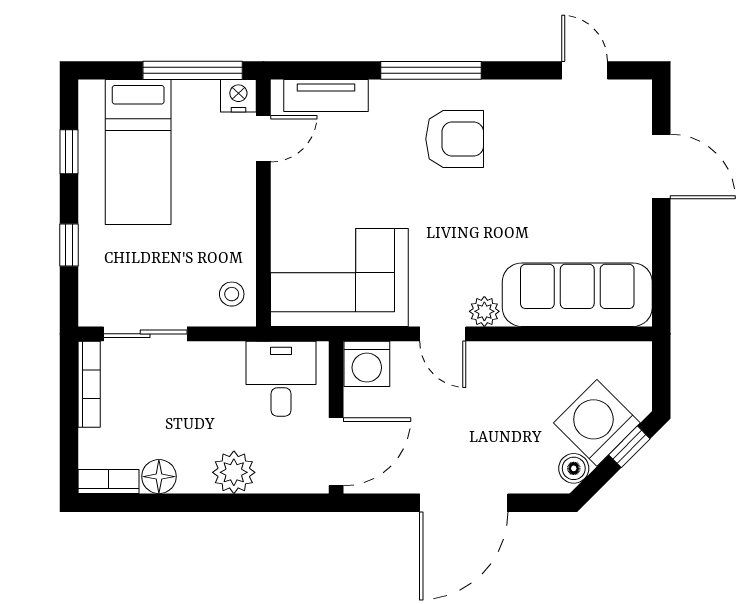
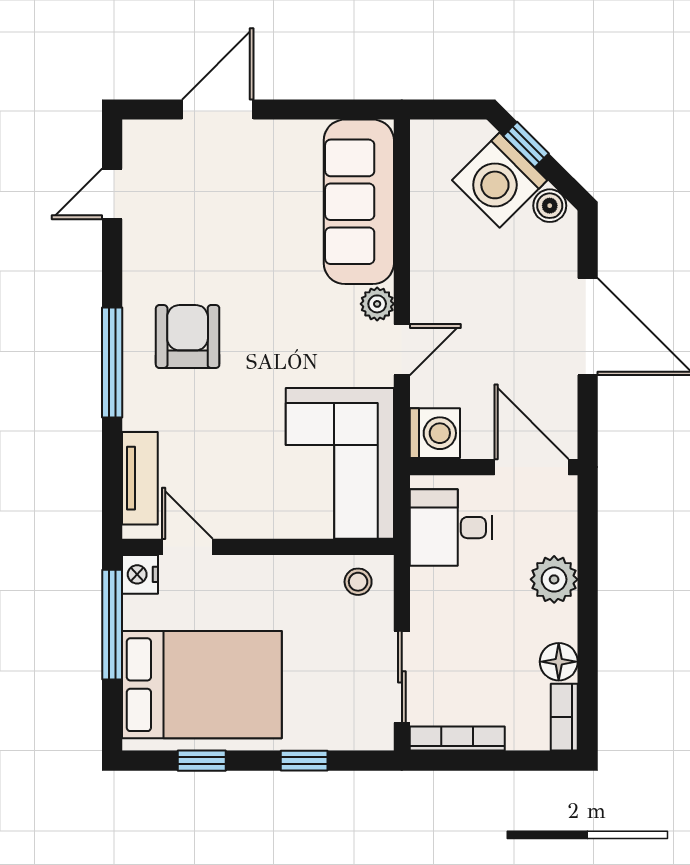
bed: (138, 152) -> (202, 685), width x1.50

